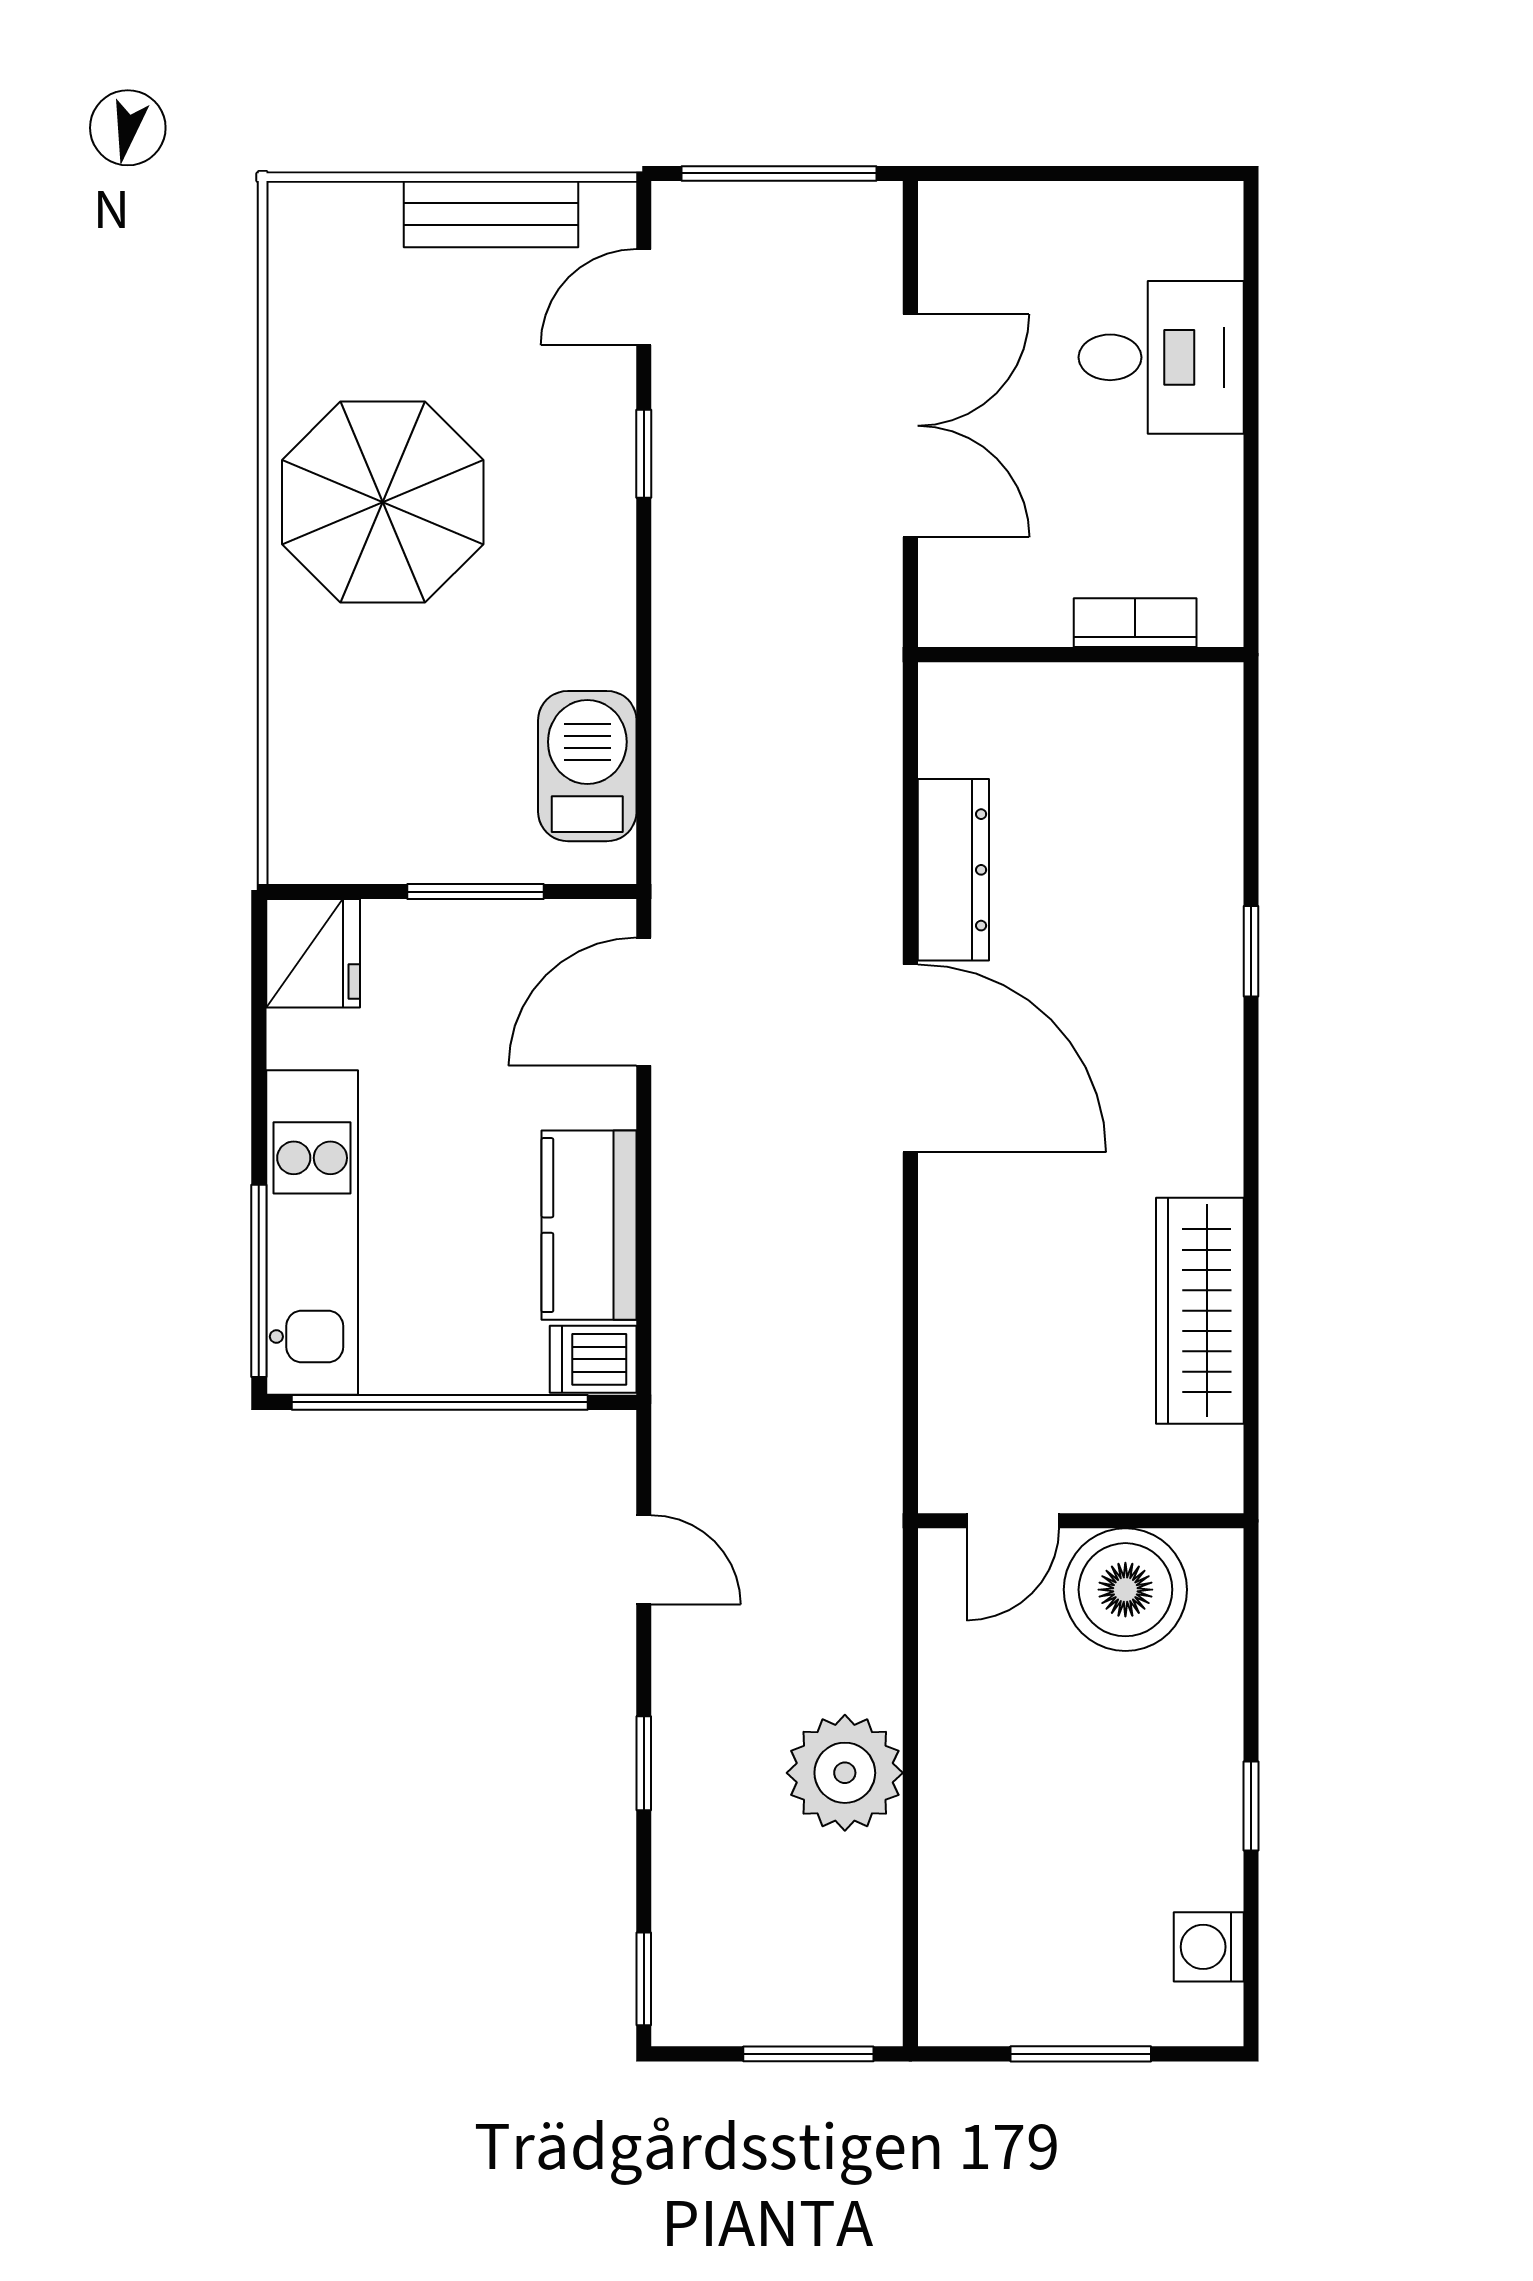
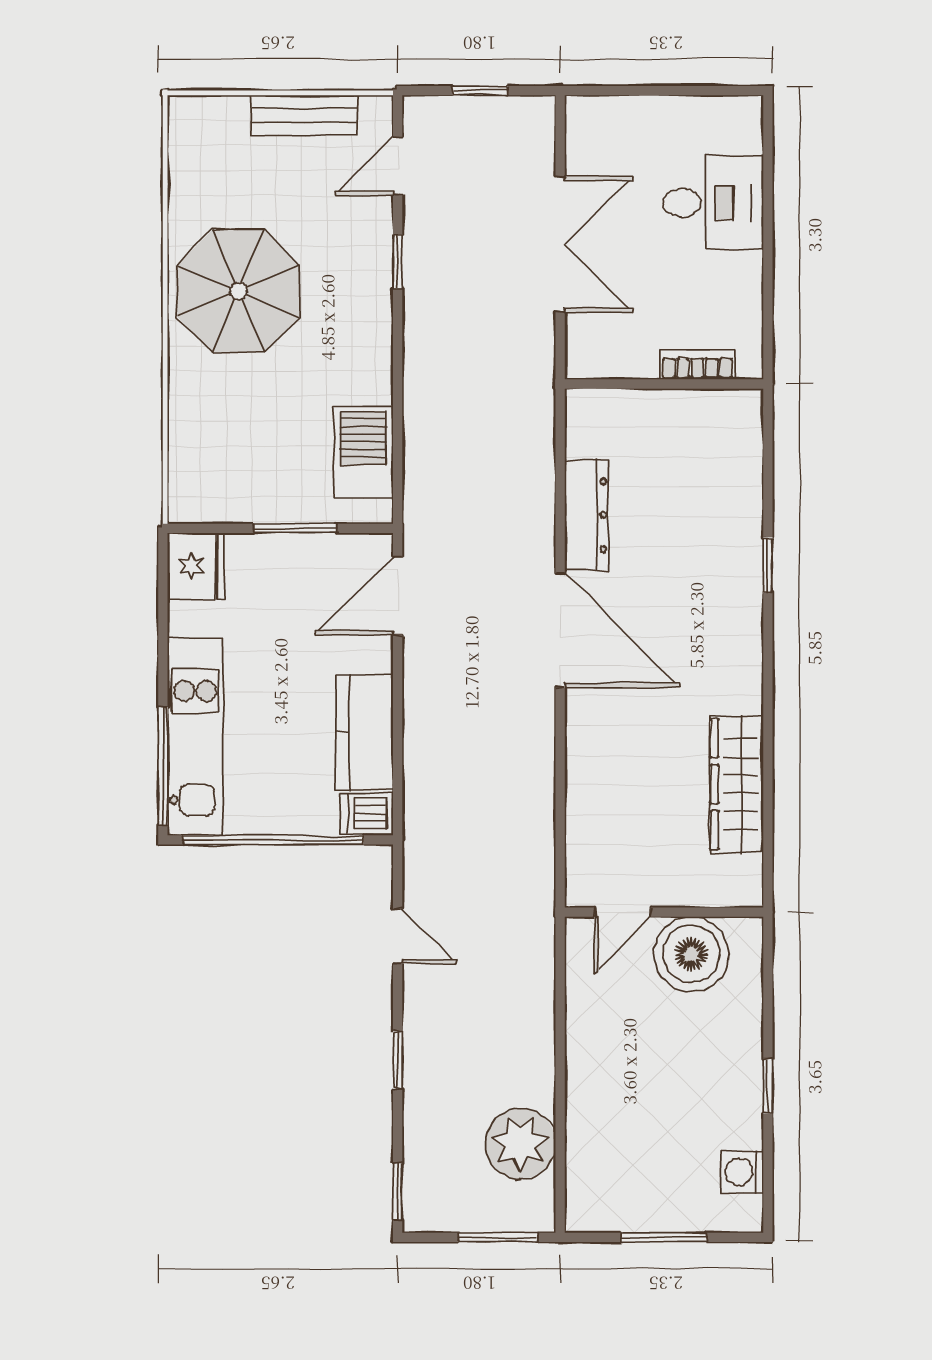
window: (779, 173) -> (480, 91), width x0.46
plant: (845, 1773) -> (520, 1144), moved

